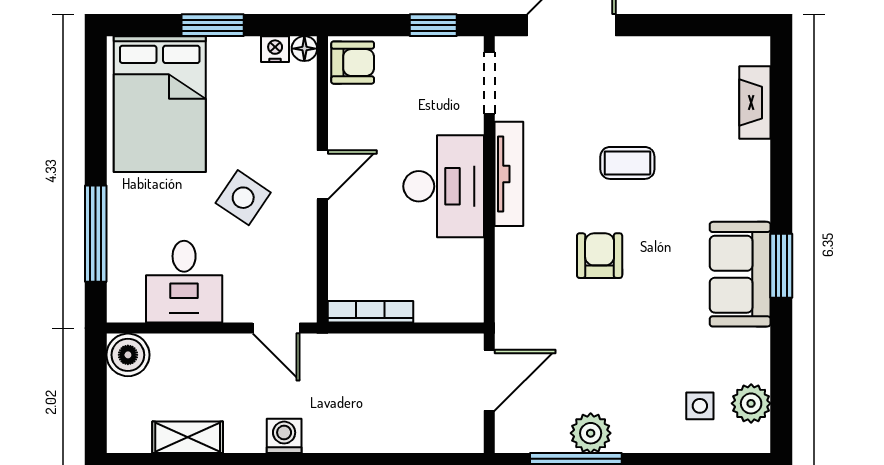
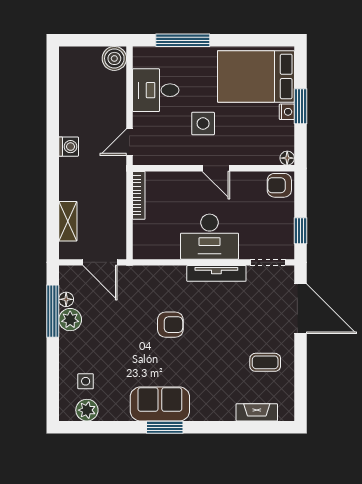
nightstand: (275, 49) -> (287, 112), moved
armchair: (353, 63) -> (279, 185), turned 90
coffee table: (627, 163) -> (265, 362), moved, turned 90
side table: (243, 198) -> (203, 123), turned -34
shelving: (188, 437) -> (68, 221), moved
floor lamp: (555, 440) -> (66, 299), added

